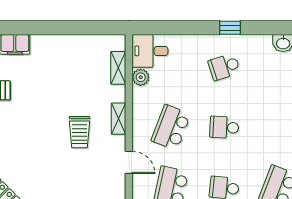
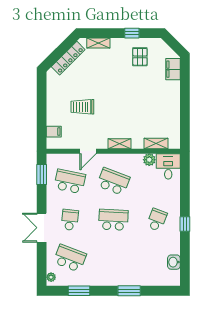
school desk: (224, 67) -> (157, 220), turned 39
school desk: (224, 127) -> (113, 220), width x1.85
trolley: (80, 132) -> (82, 107), moved

